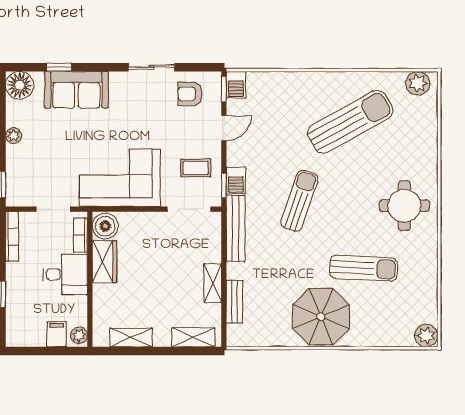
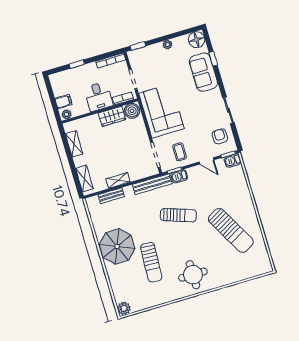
plant: (418, 83) -> (264, 262), removed

